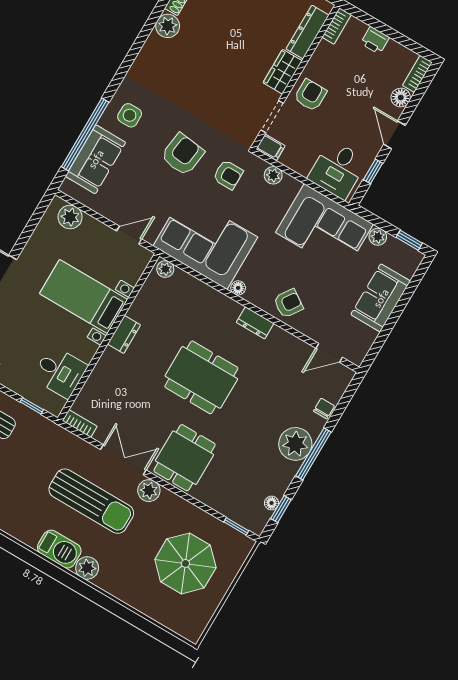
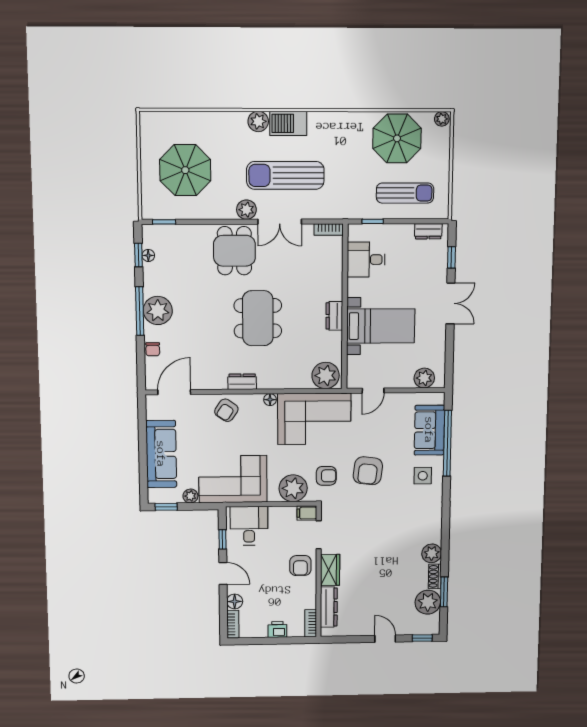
armchair: (228, 175) -> (326, 476), turned 180
plant: (273, 175) -> (293, 488), width x1.87, depth x1.87
plant: (165, 269) -> (326, 376), width x1.87, depth x1.87
sofa: (381, 298) -> (161, 454), width x1.36
door: (329, 353) -> (174, 392), width x1.37
dining table: (201, 377) -> (258, 318), turned 90

